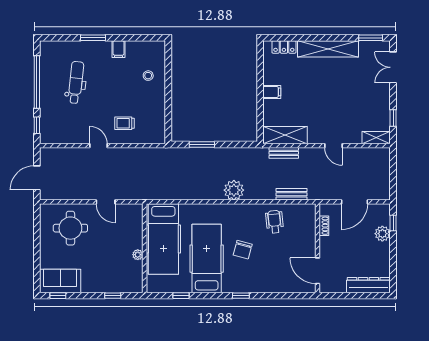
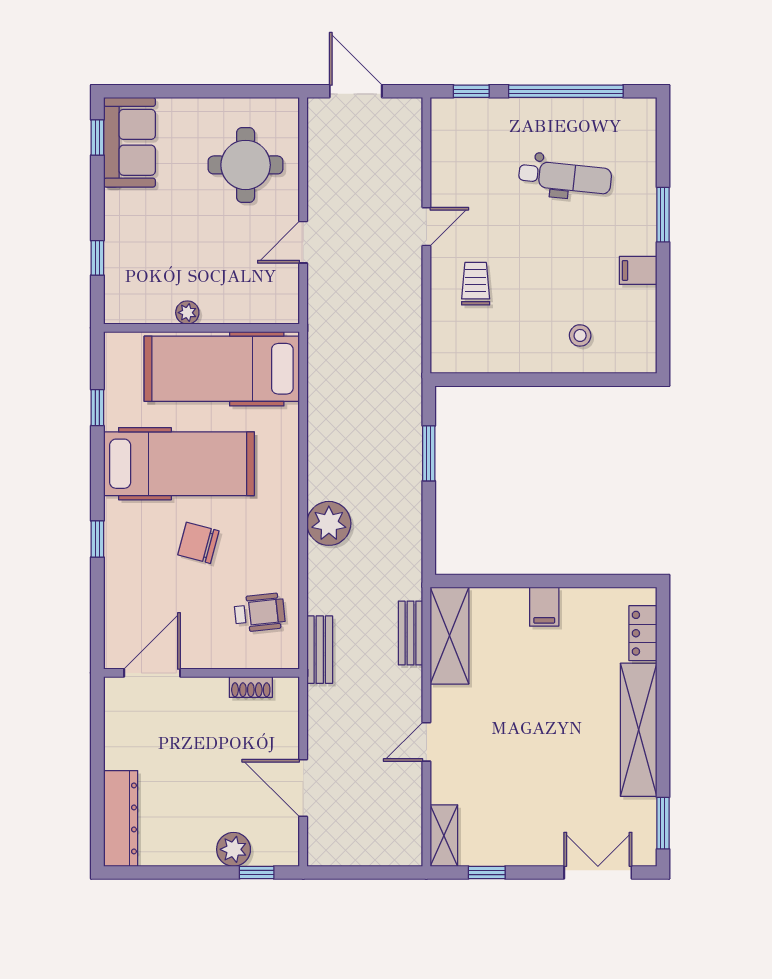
shoe rack: (324, 226) -> (251, 687), moved
wall: (317, 248) -> (201, 673), moved
door: (317, 271) -> (152, 673), moved

